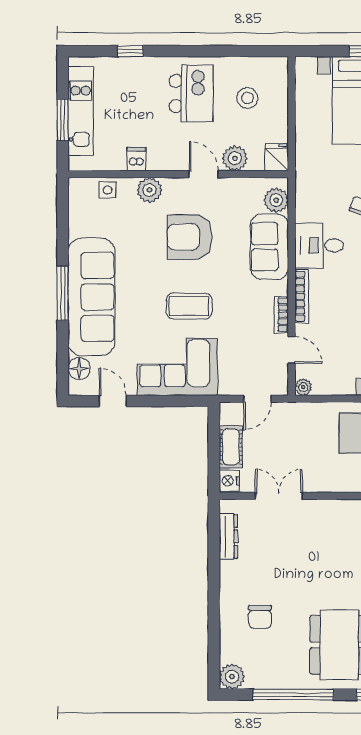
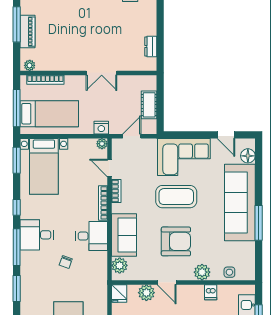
window: (63, 293) -> (259, 223), moved
coffee table: (189, 306) -> (176, 197), width x1.36, depth x1.32
nightstand: (229, 481) -> (101, 128), moved, turned 90
double door: (279, 496) -> (102, 73), moved
dresser: (228, 536) -> (151, 46), width x0.70

